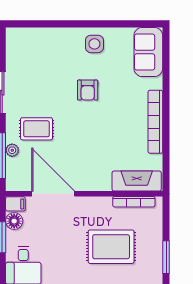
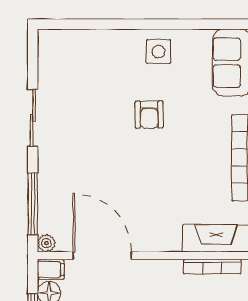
rug: (36, 129) -> (79, 167), removed
plant: (12, 150) -> (46, 243), moved

